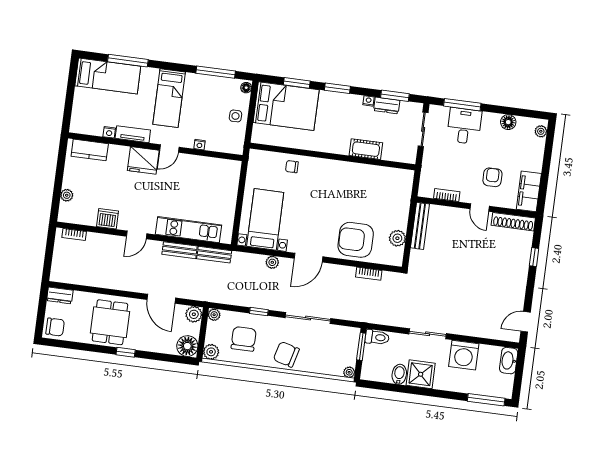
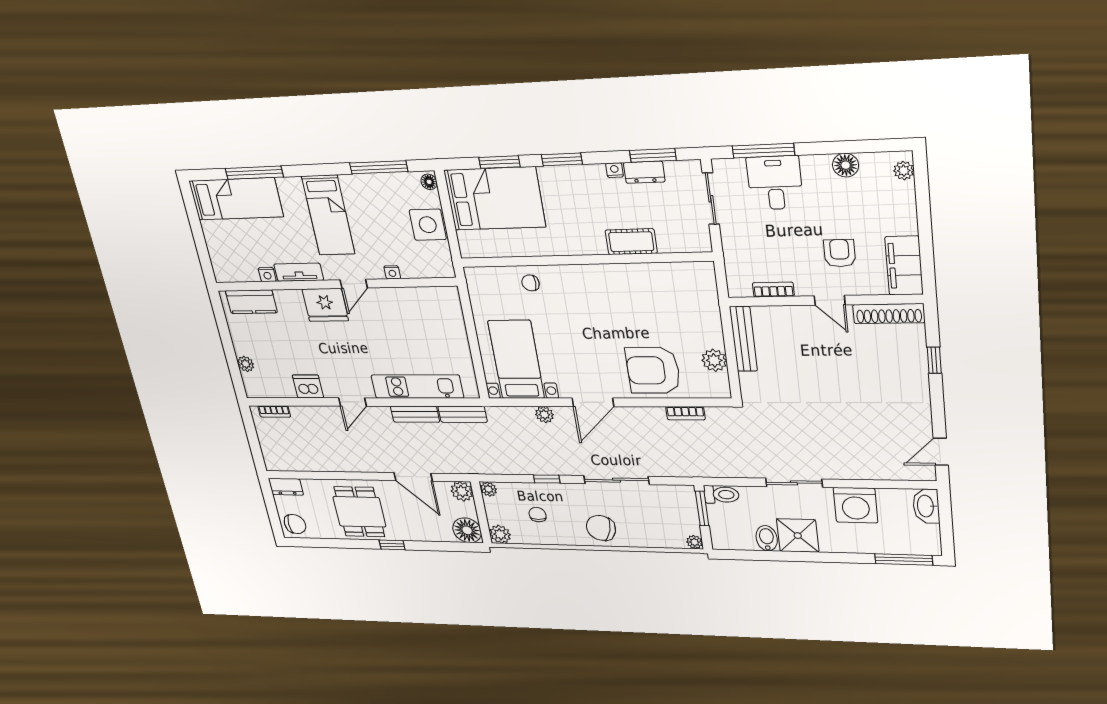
side table: (235, 116) -> (428, 225), width x1.87, depth x1.87
chair: (244, 339) -> (538, 515), width x0.54, depth x0.54

